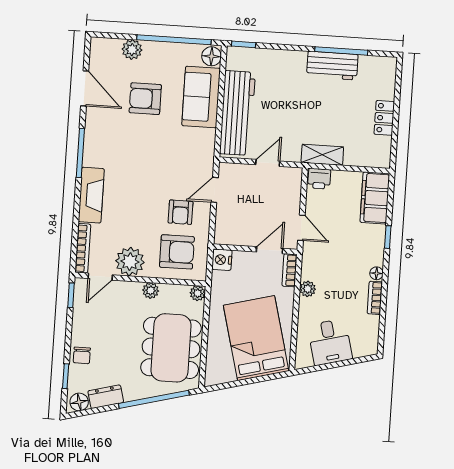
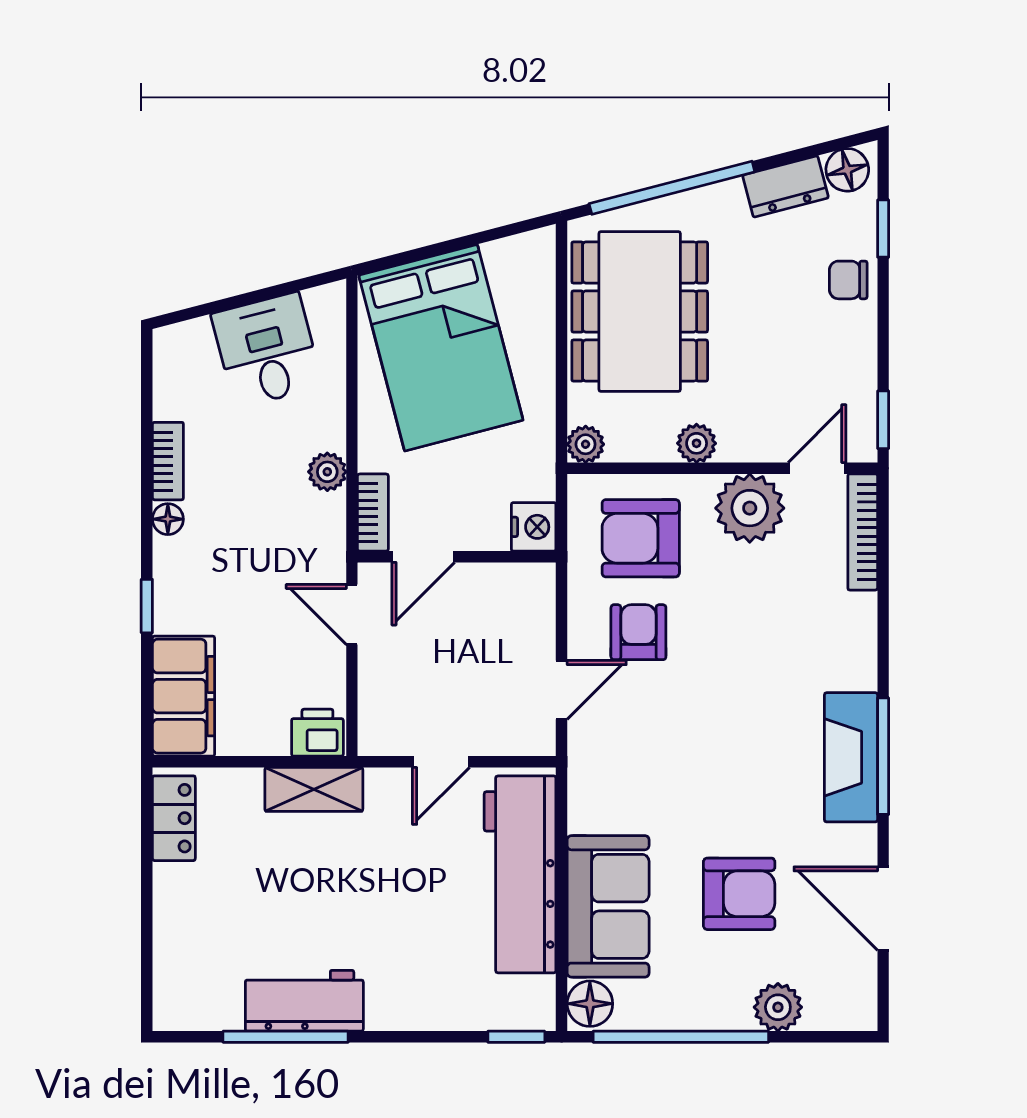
locker: (384, 118) -> (174, 818), moved
fireplace: (91, 195) -> (851, 757), moved
chair: (82, 355) -> (848, 280), turned -90

